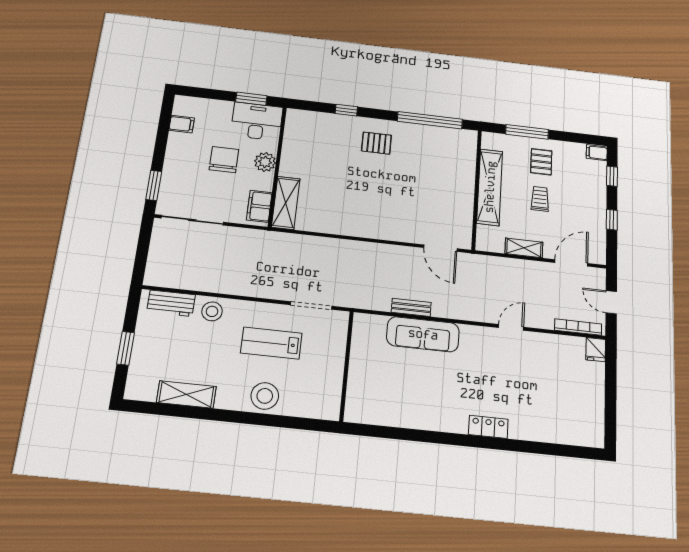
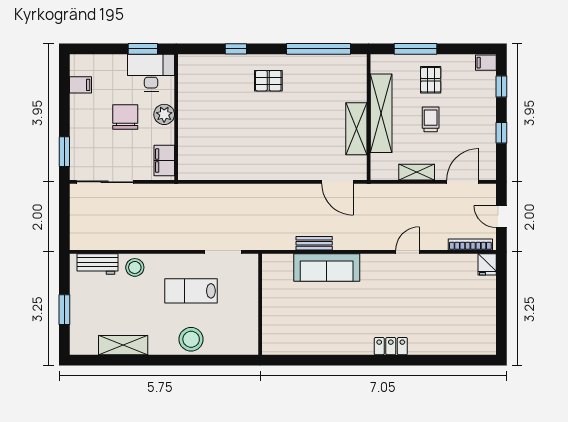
shelving: (286, 203) -> (356, 129), moved

